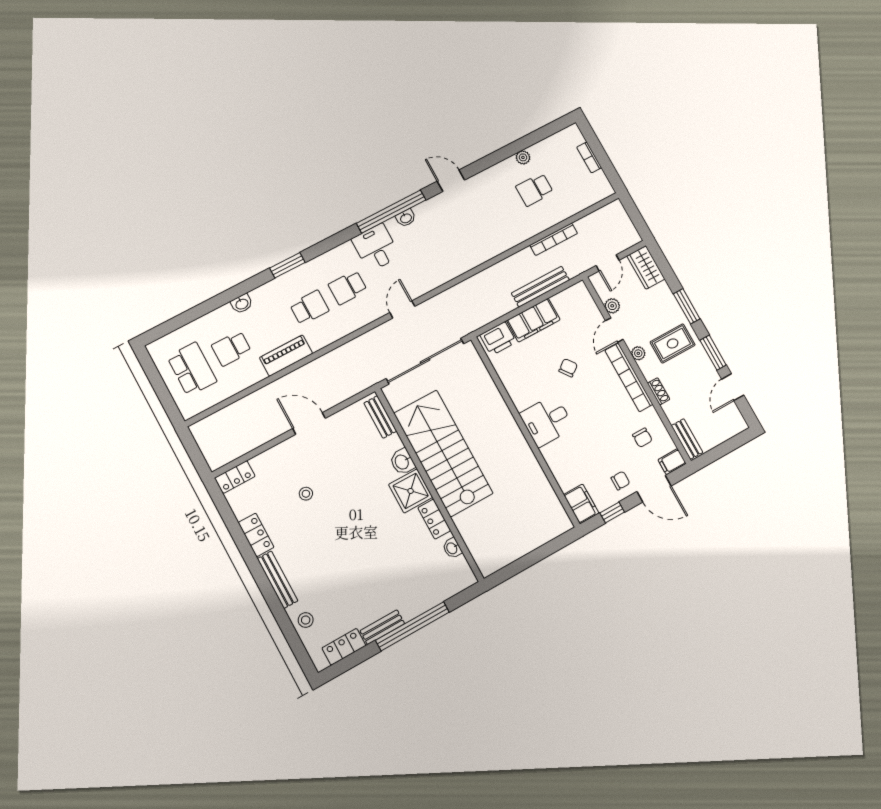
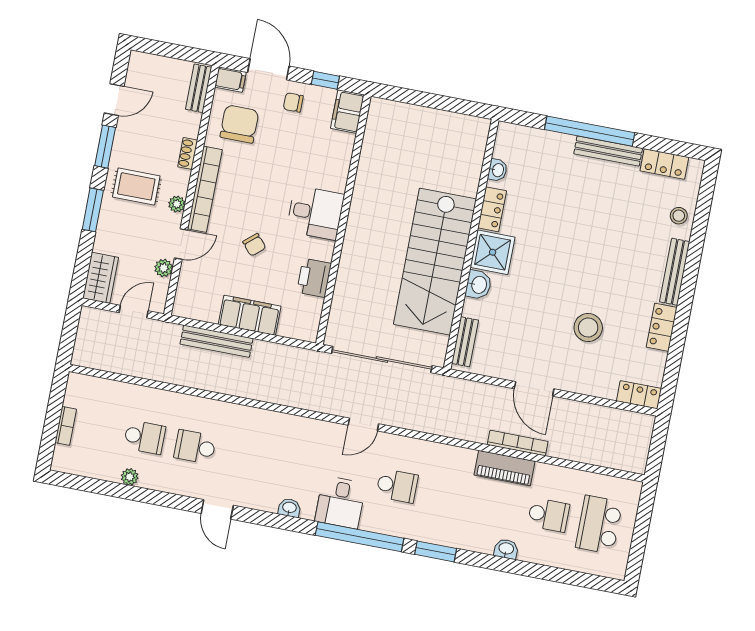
window: (391, 212) -> (360, 537), moved
bookcase: (554, 239) -> (518, 443), moved
school desk: (309, 308) -> (195, 447), moved
printer: (498, 339) -> (314, 278), moved, turned -90
chair: (568, 368) -> (254, 245), turned -94
chair: (642, 438) -> (239, 124), width x1.87, depth x1.87
stool: (306, 494) -> (588, 328), width x1.89, depth x1.89
bench: (382, 627) -> (608, 151), width x1.36

